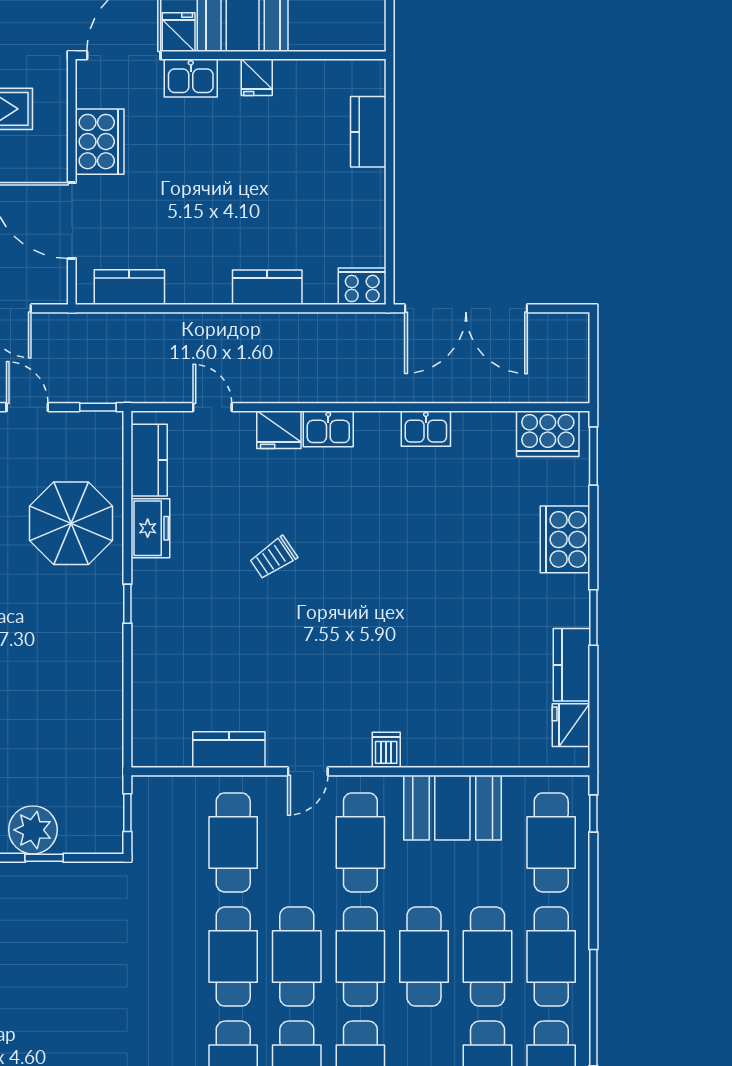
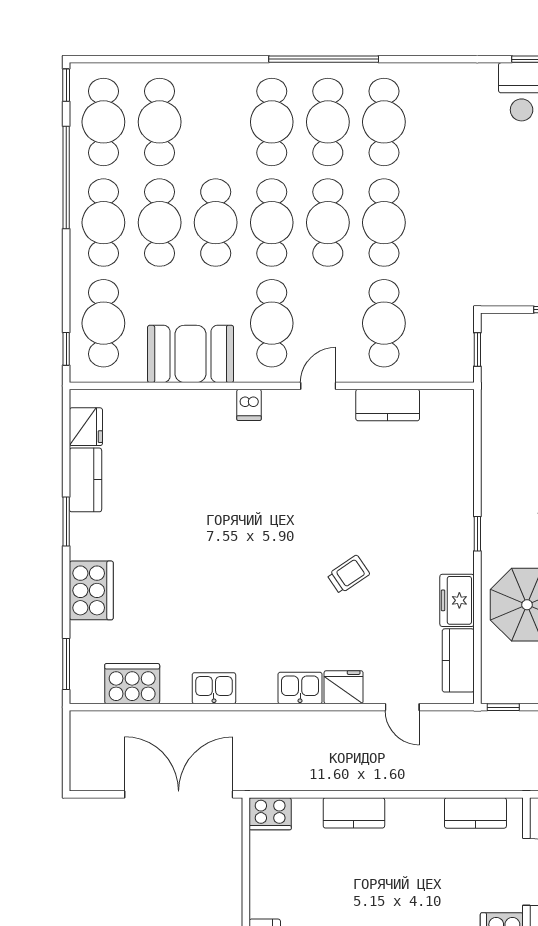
cooker: (548, 434) -> (132, 684), moved

